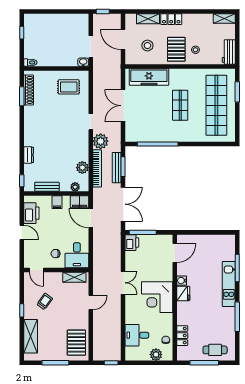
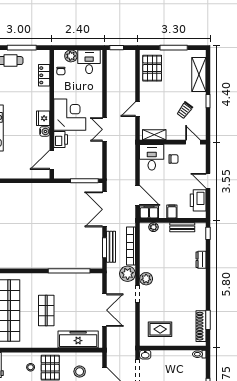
plant: (82, 168) -> (146, 279), moved
printer: (132, 243) -> (61, 139), moved, turned 180
desk: (137, 335) -> (89, 62), moved, turned -90

